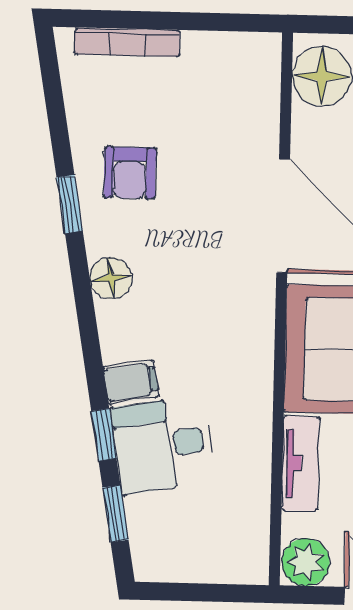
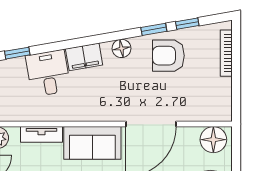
armchair: (130, 173) -> (168, 56), width x1.38, depth x1.38
filing cabinet: (131, 382) -> (84, 57), width x2.00
window: (104, 435) -> (187, 24), moved

